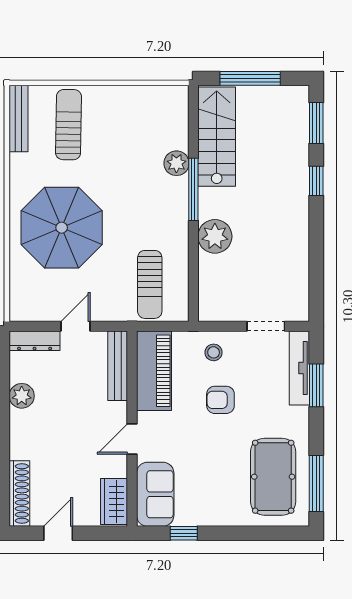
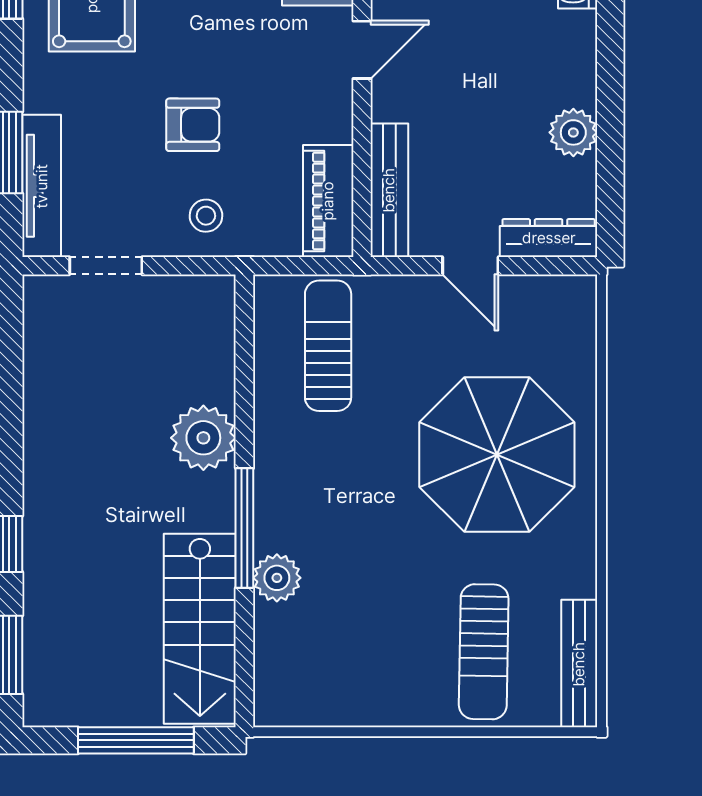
door: (75, 326) -> (470, 266), hinge flipped
piano: (154, 371) -> (328, 201), width x0.73, depth x0.75

